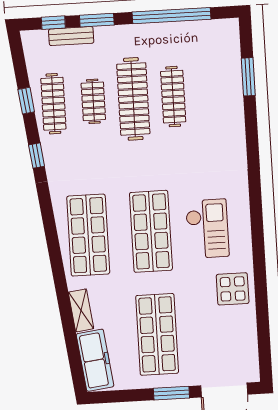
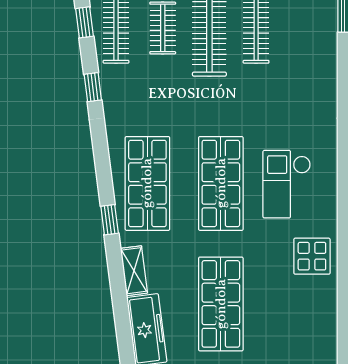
checkout: (207, 229) -> (287, 184), turned 180
window: (58, 268) -> (110, 220), added

